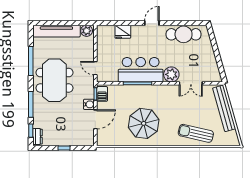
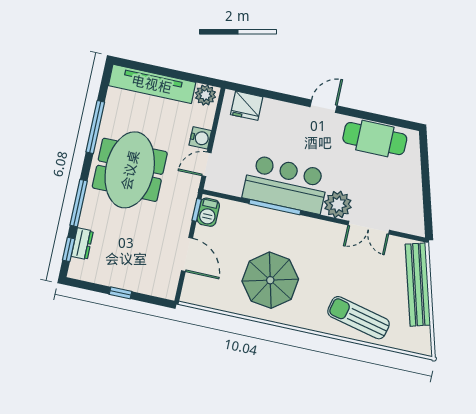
fridge: (123, 32) -> (247, 106), moved
door: (95, 68) -> (207, 164), hinge flipped
water cooler: (89, 104) -> (200, 138), moved
door: (95, 119) -> (187, 255), hinge flipped
dresser: (37, 137) -> (82, 244), moved

